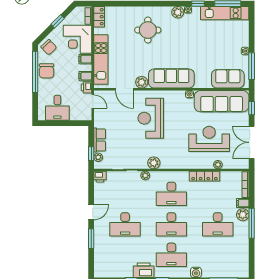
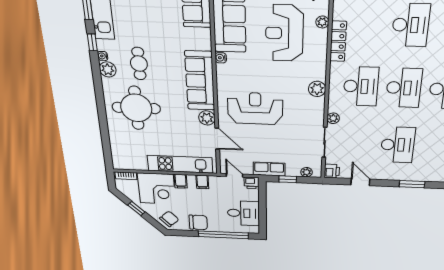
locker: (99, 17) -> (125, 164), removed
round table: (148, 30) -> (136, 108), width x1.36, depth x1.36
cafe table: (183, 35) -> (139, 64), added
window: (35, 72) -> (223, 235), moved
printer: (86, 87) -> (252, 183), moved
door: (125, 89) -> (217, 139), hinge flipped
door: (93, 101) -> (234, 175), hinge flipped
reception desk: (151, 118) -> (255, 109), turned 180
row of seats: (100, 140) -> (269, 169), moved
window: (91, 154) -> (288, 179), moved
plant: (154, 163) -> (317, 89), moved
door: (91, 212) -> (360, 182), moved

